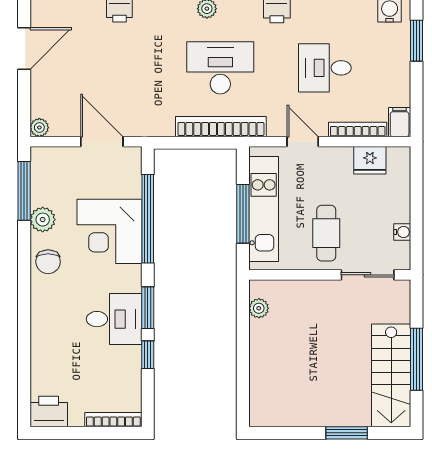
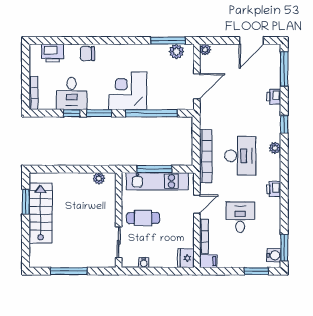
door: (24, 49) -> (251, 41), hinge flipped
fridge: (370, 160) -> (186, 258), moved
plant: (43, 220) -> (176, 51), moved
corner desk: (109, 231) -> (128, 91), moved
chair: (48, 262) -> (87, 54), moved
desk: (114, 319) -> (72, 93), moved
stairs: (391, 375) -> (41, 213), moved, turned 90
printer: (49, 412) -> (53, 53), moved, turned 90
window: (347, 433) -> (26, 202), moved

